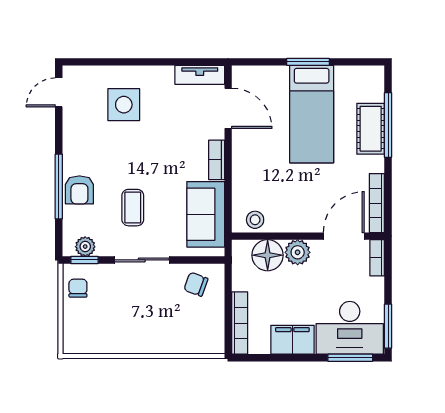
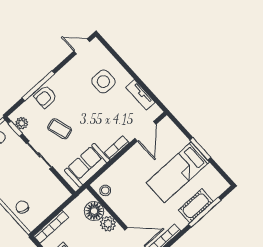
tv unit: (200, 75) -> (140, 95), moved
coffee table: (133, 208) -> (60, 129), turned 73
chair: (196, 284) -> (22, 207), moved

